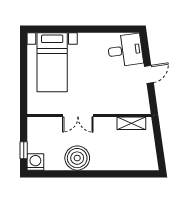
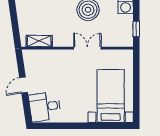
window: (24, 150) -> (136, 29), moved

